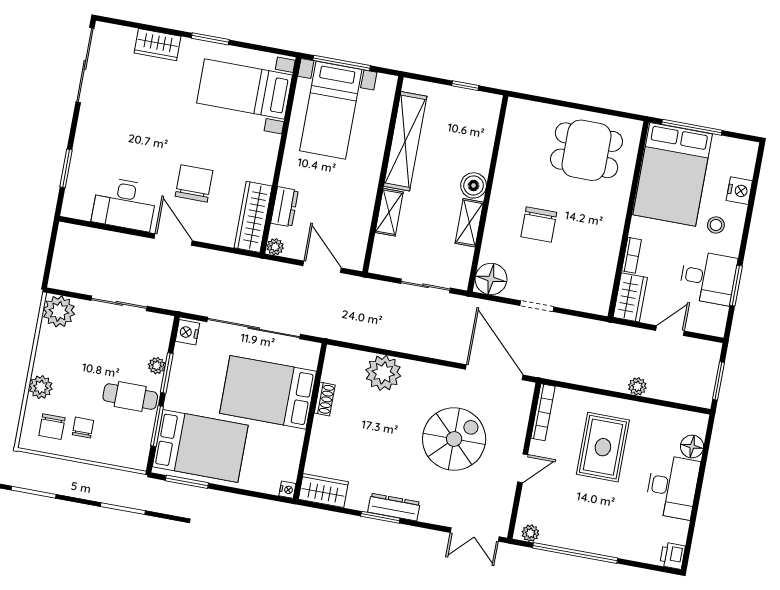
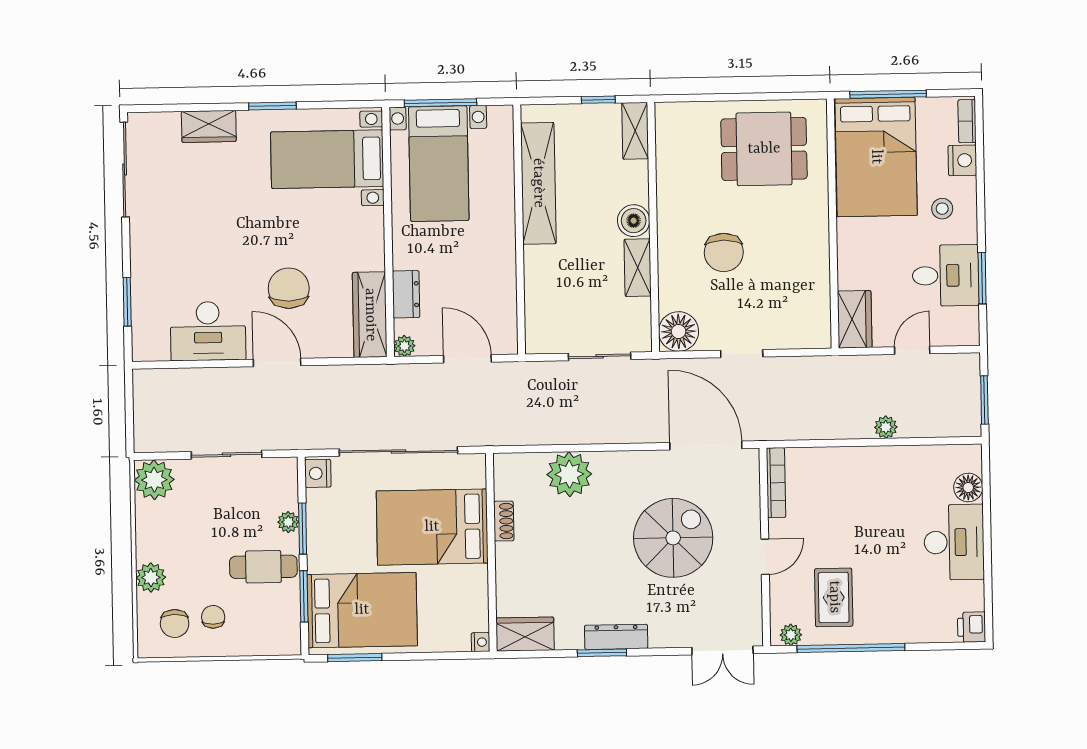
shelving: (389, 212) -> (635, 131), moved
bookcase: (631, 255) -> (967, 121), moved, turned 180
rug: (603, 447) -> (834, 597), moved, width x0.73, depth x0.70

